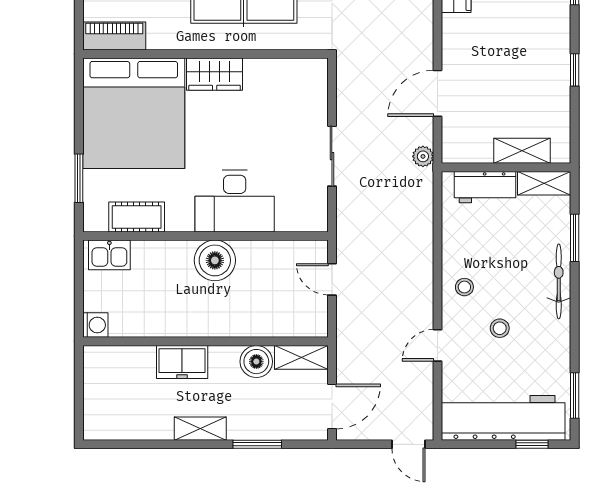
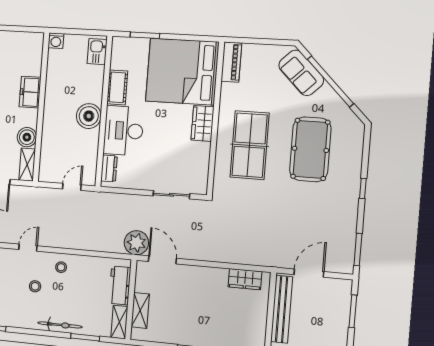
door: (437, 93) -> (162, 260), moved
sliding door: (332, 156) -> (171, 195), moved
plant: (423, 156) -> (136, 243), width x1.87, depth x1.87
cot: (137, 217) -> (117, 87), moved
dresser: (298, 220) -> (109, 169), added
door: (437, 345) -> (28, 248), hinge flipped

